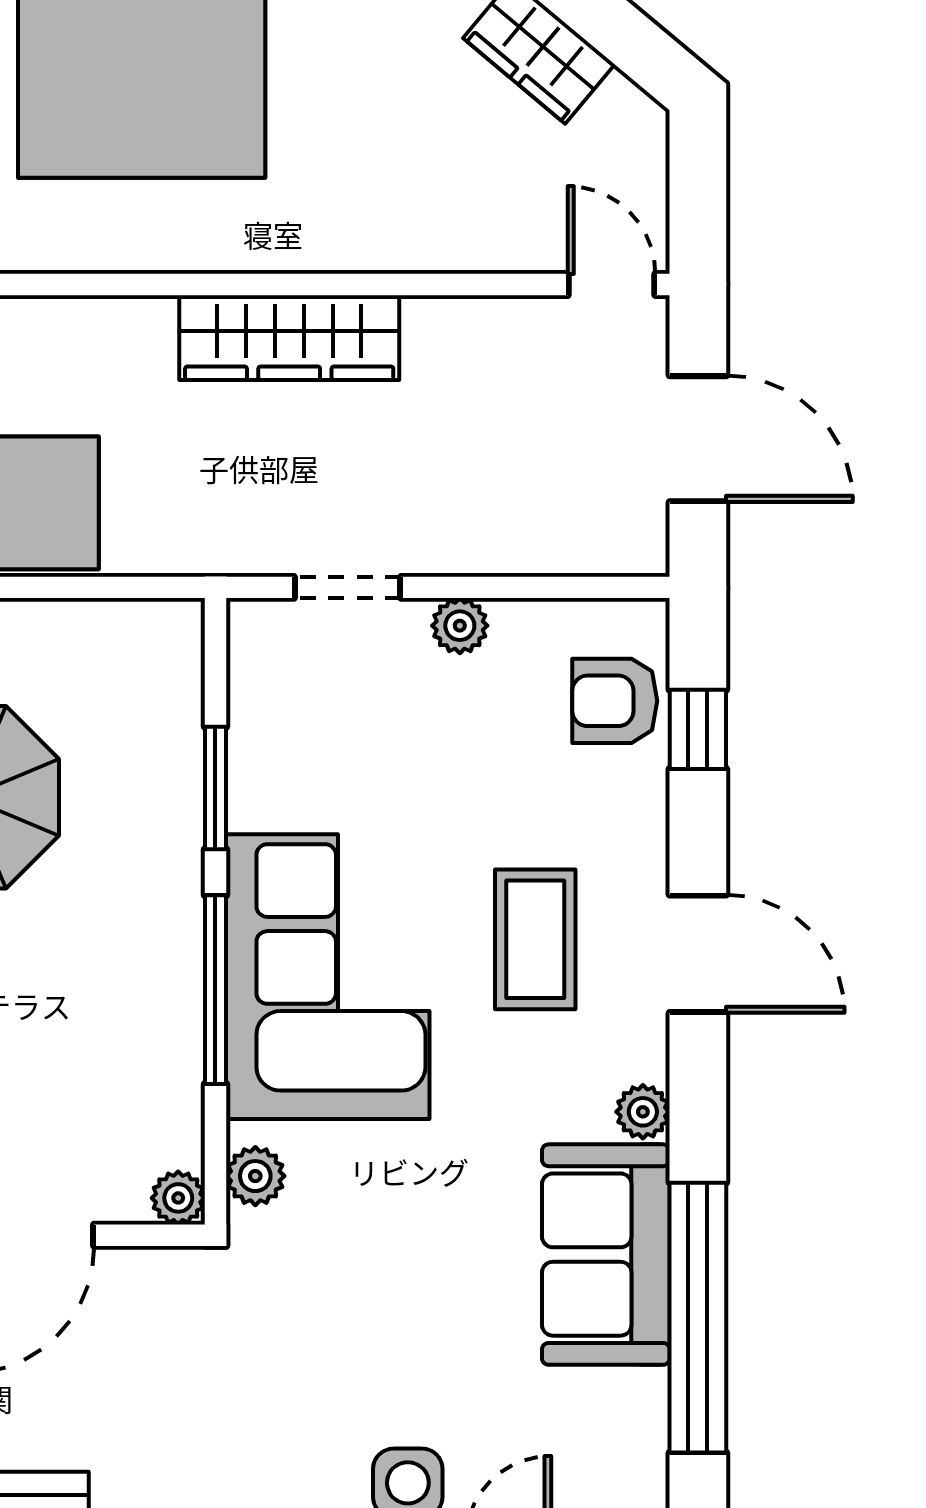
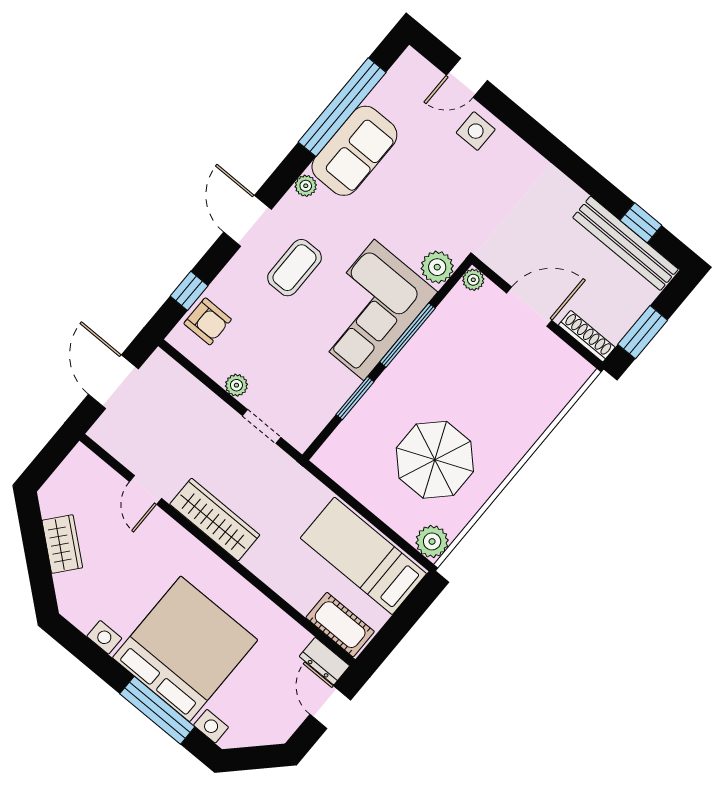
door: (611, 285) -> (145, 490), moved
plant: (255, 1176) -> (437, 267), width x1.38, depth x1.38

